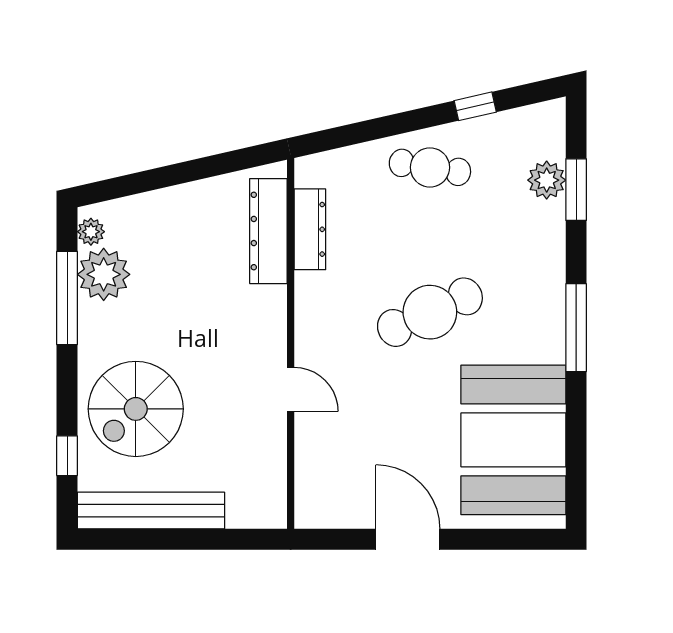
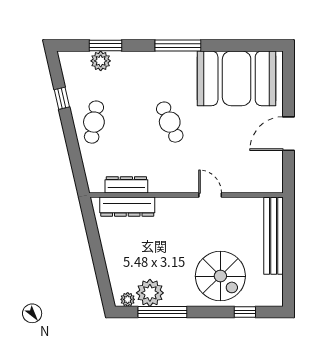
cafe table: (430, 312) -> (170, 122), width x0.73, depth x0.74
door: (291, 389) -> (210, 195), hinge flipped
bench: (151, 511) -> (274, 236), moved

